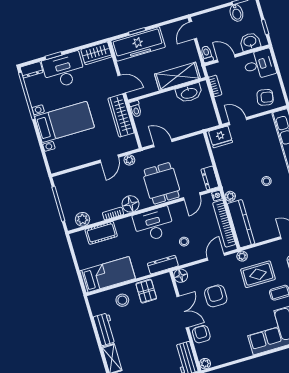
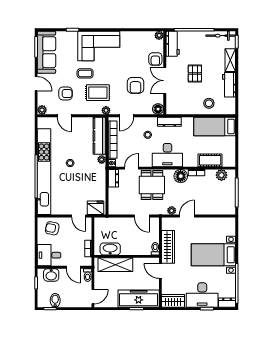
pallet: (146, 291) -> (195, 73), moved

